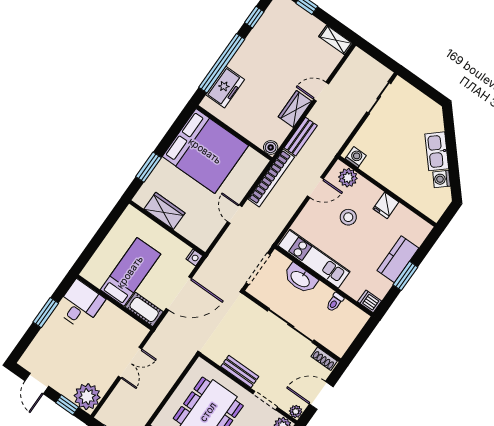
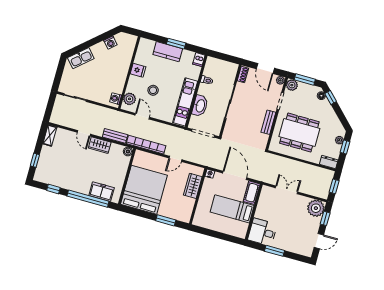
kitchen sink: (437, 151) -> (81, 58), moved
wardrobe: (164, 211) -> (193, 186), moved

